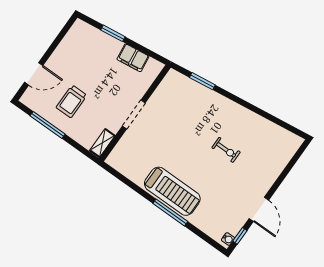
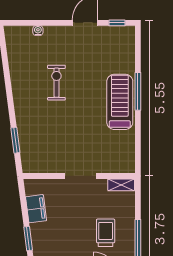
trolley: (71, 101) -> (106, 233), turned -90
exercise bike: (226, 150) -> (56, 83), width x1.38, depth x1.39
water cooler: (228, 239) -> (38, 31), moved

